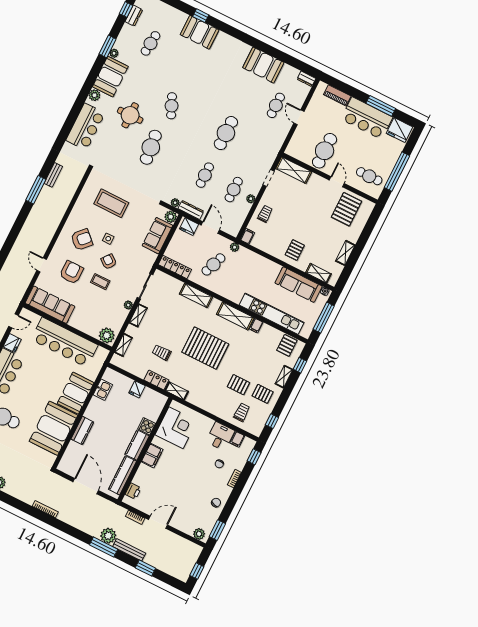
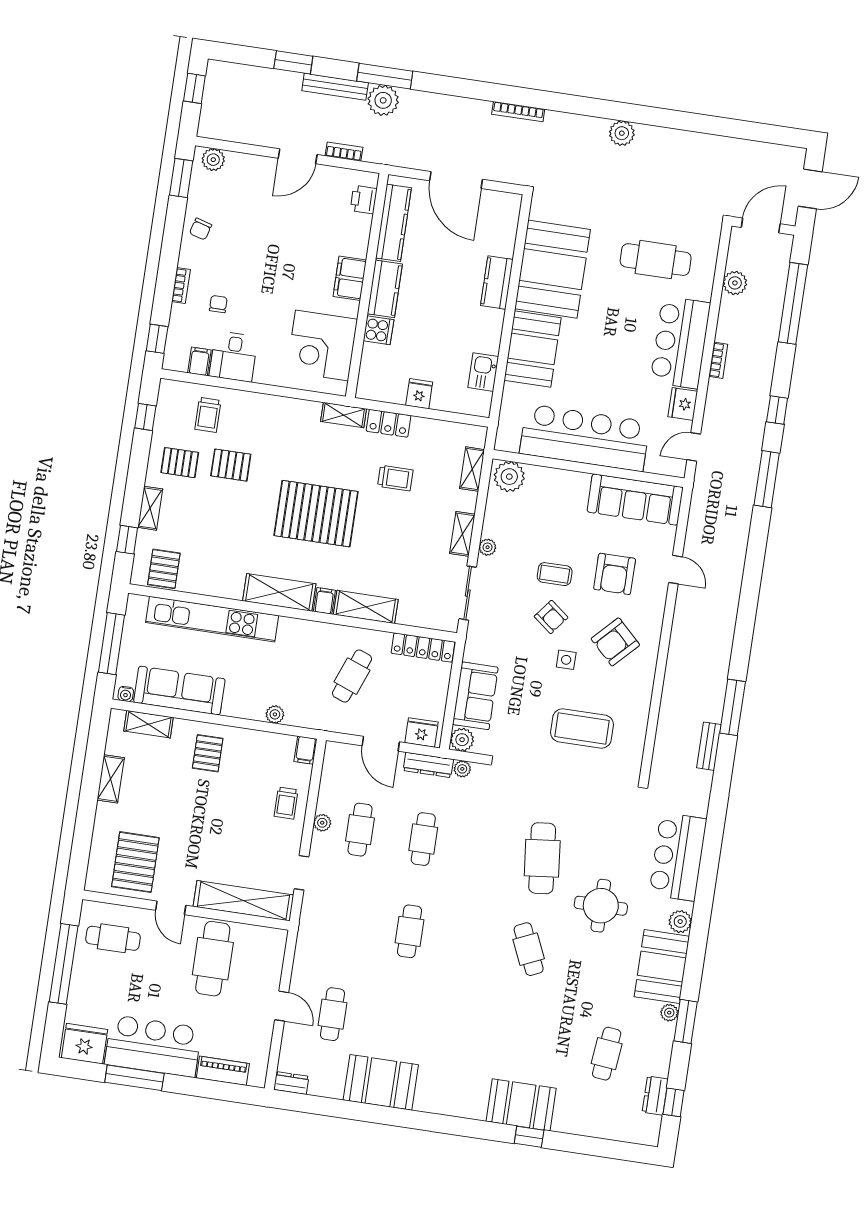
cafe table: (226, 133) -> (409, 931), width x0.73, depth x0.74
shelving: (294, 170) -> (243, 901), width x1.47
plant: (235, 247) -> (275, 714), moved
filing cabinet: (256, 326) -> (324, 601), moved

